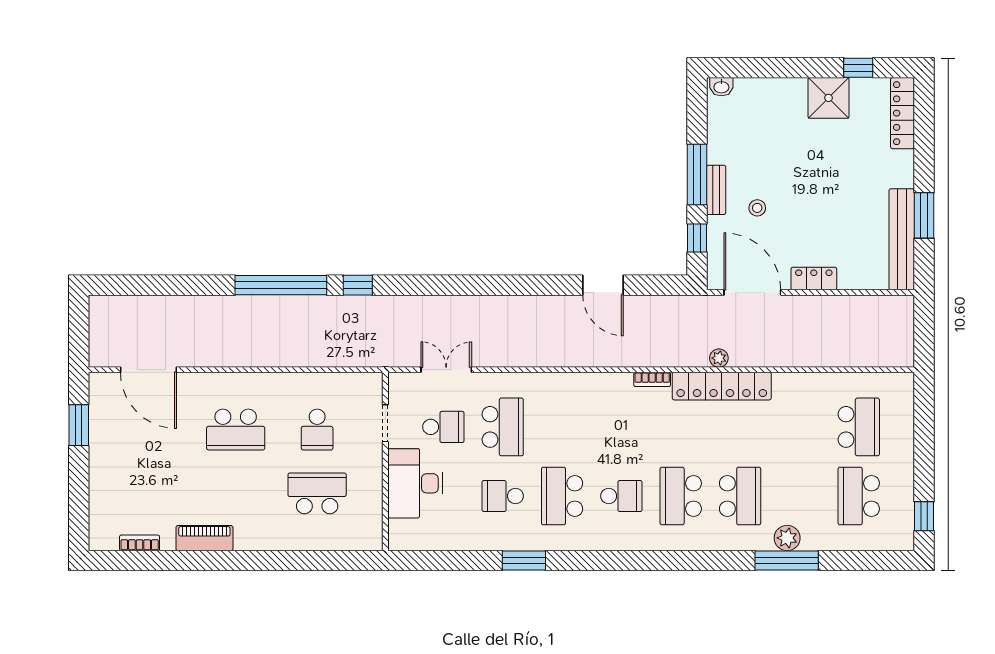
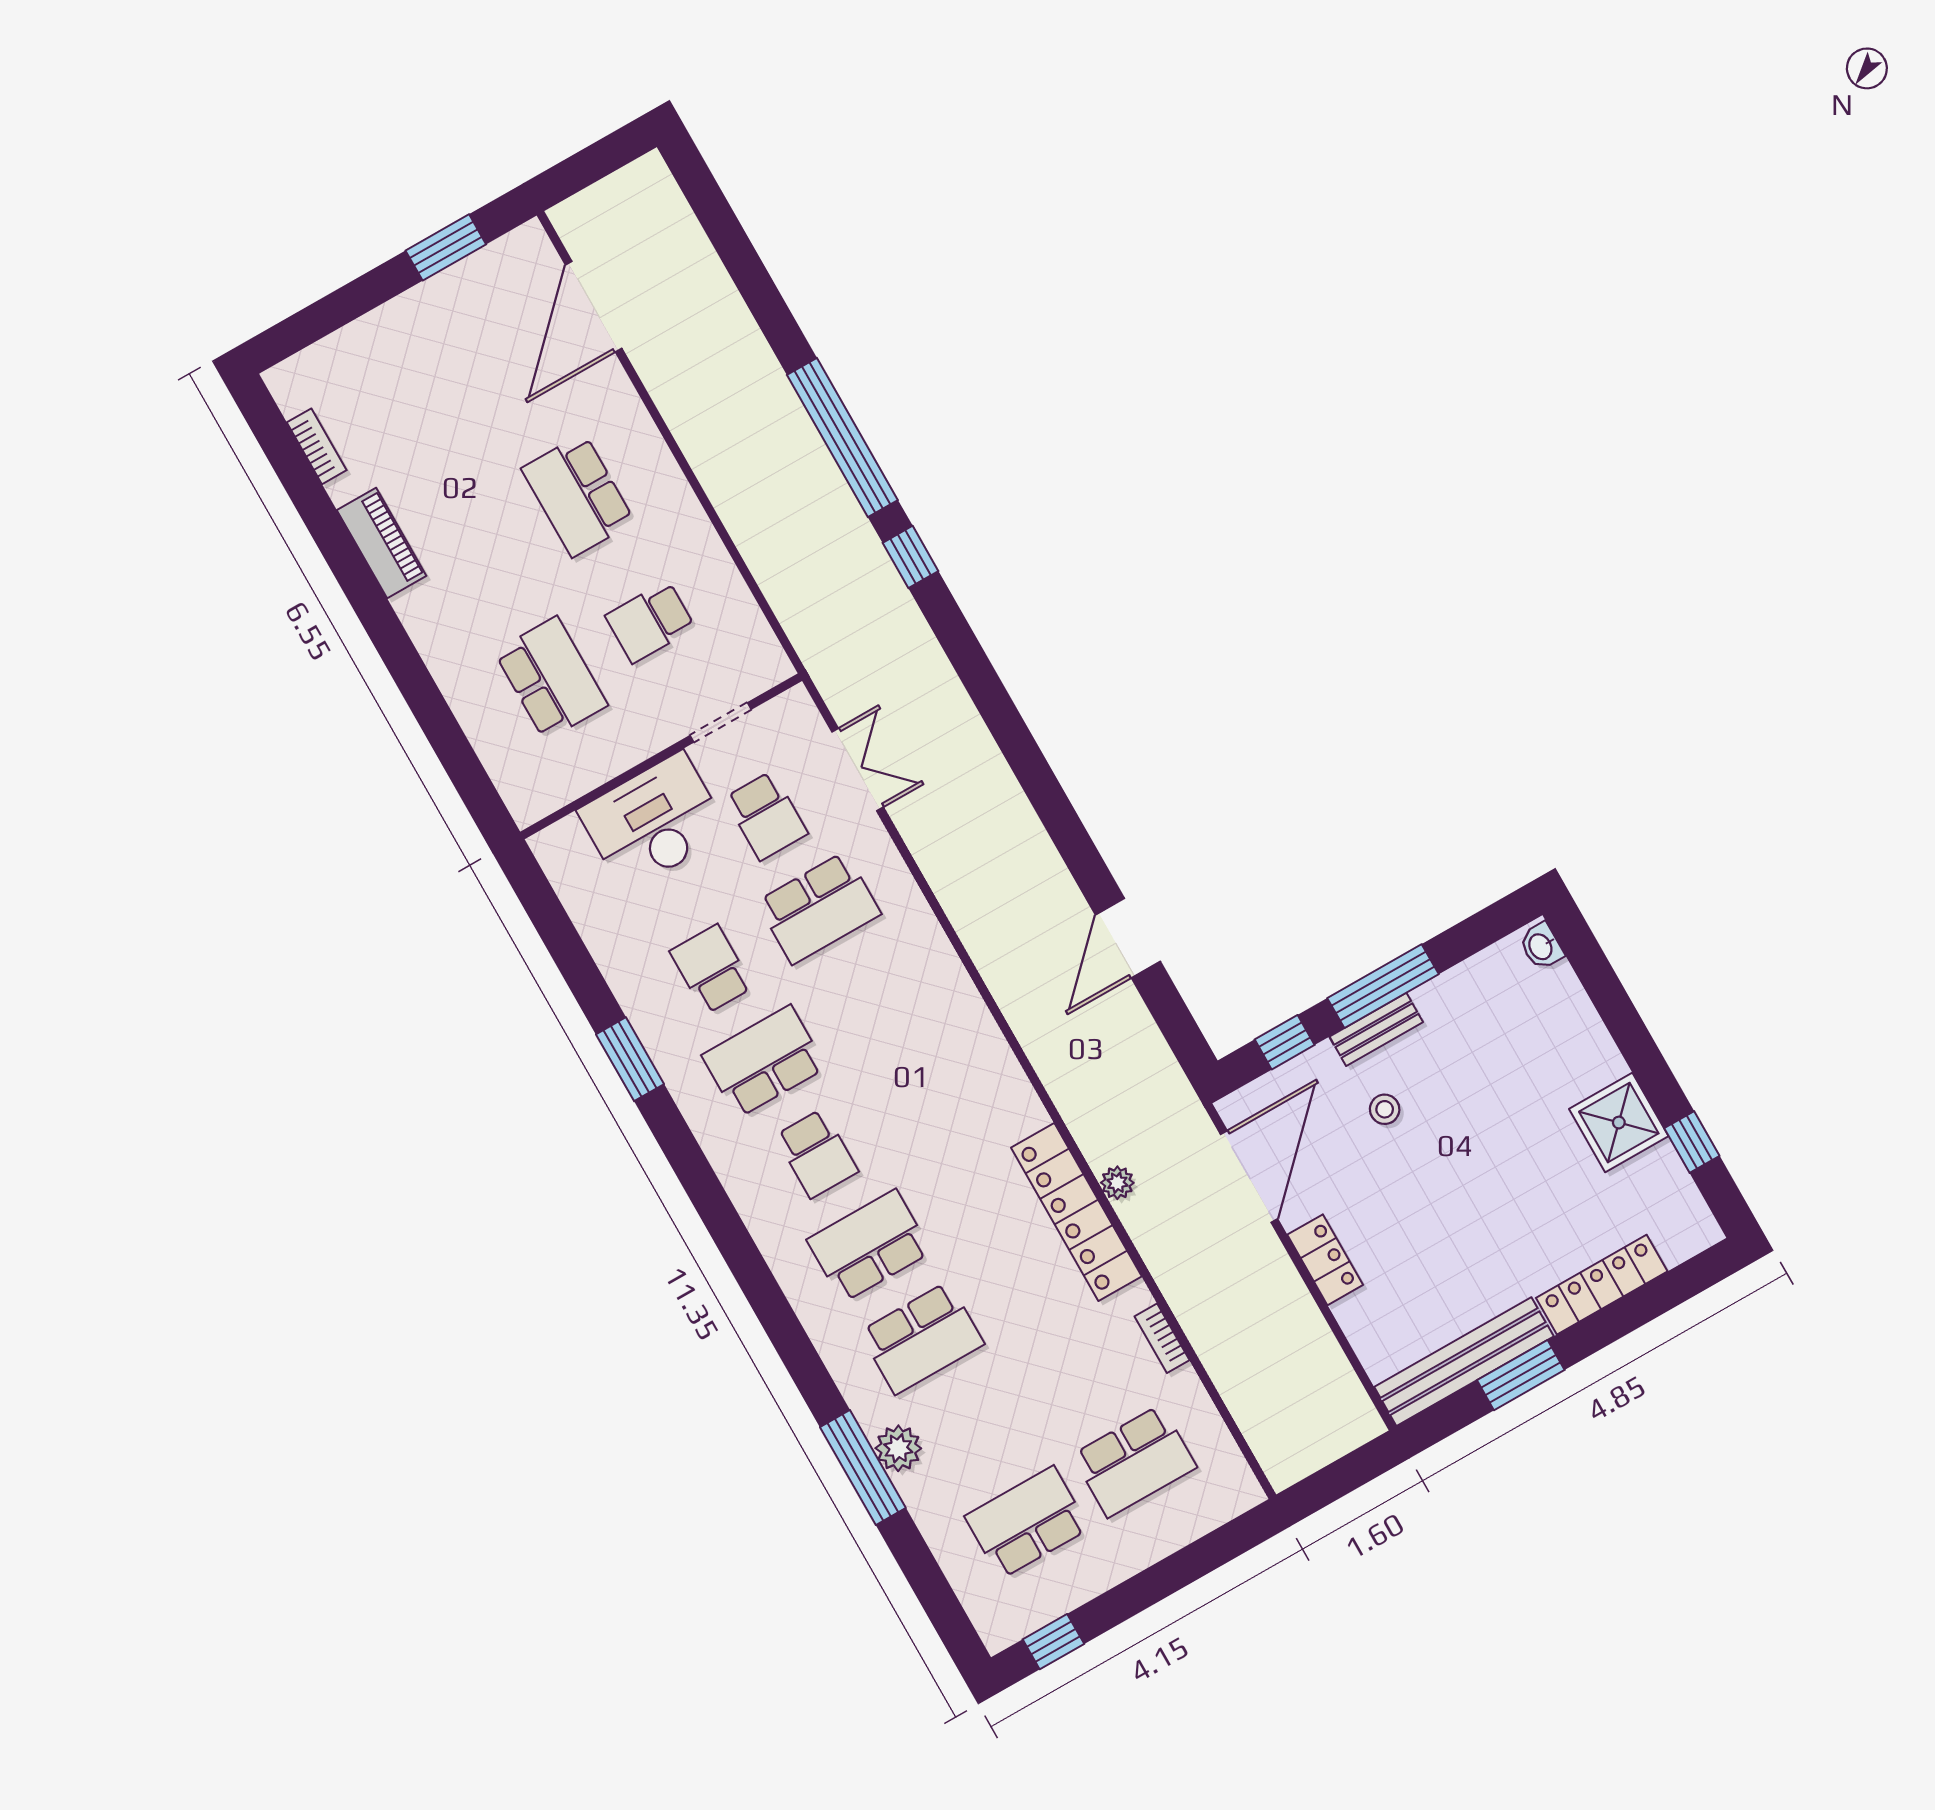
locker: (903, 113) -> (1602, 1285), moved
bookcase: (652, 379) -> (1162, 1338), moved

